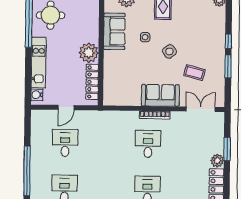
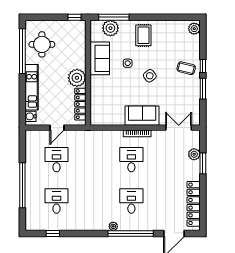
coffee table: (194, 73) -> (186, 68), moved
plant: (217, 161) -> (194, 154), moved

